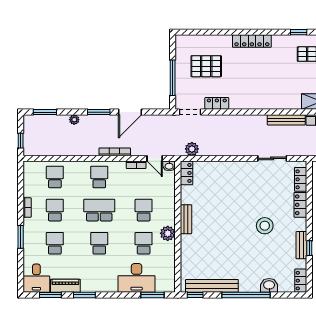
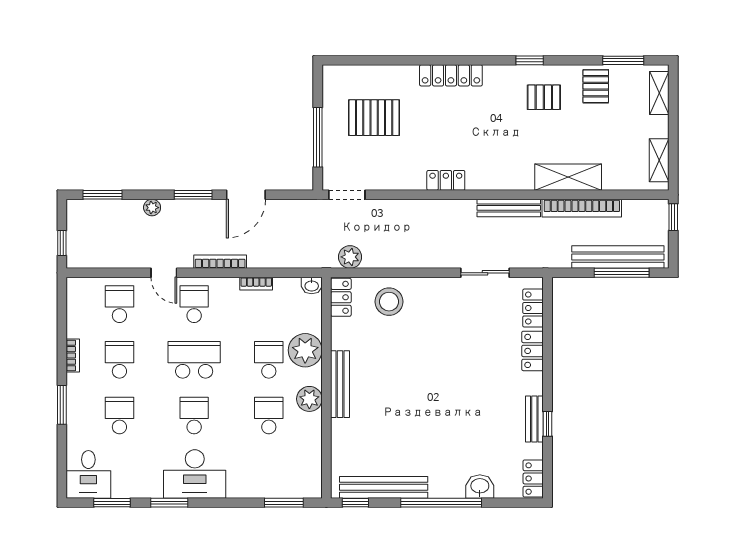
locker: (217, 103) -> (446, 180), moved
door: (155, 158) -> (164, 273), moved
plant: (165, 204) -> (305, 350), added
bench: (186, 219) -> (340, 384), width x1.36
stool: (265, 226) -> (389, 302), moved
desk: (137, 278) -> (195, 474), moved
piano: (65, 286) -> (137, 487), removed

